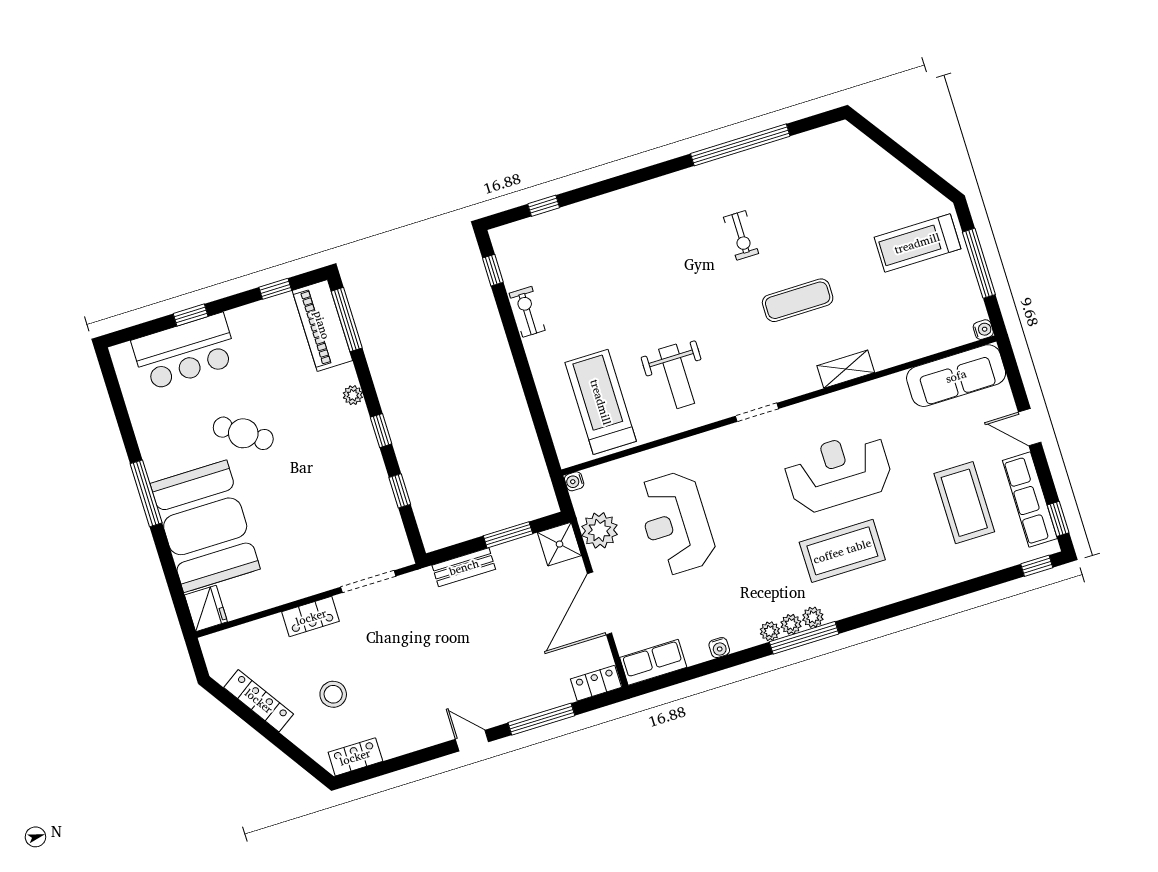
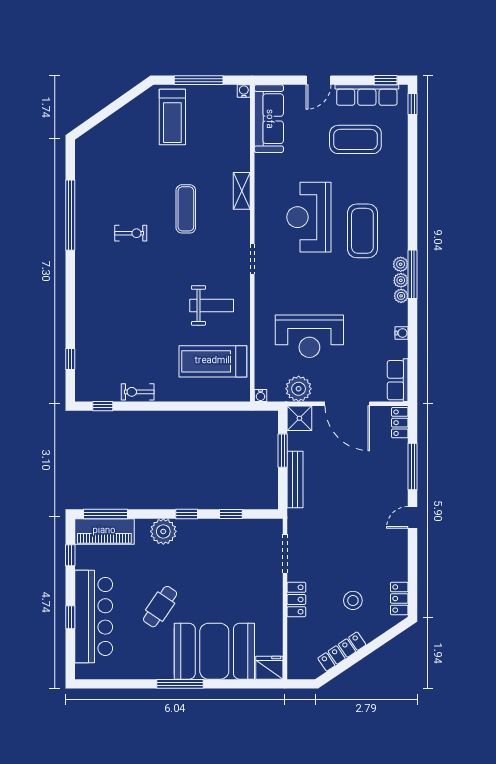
bar counter: (185, 352) -> (94, 616), width x1.36
plant: (353, 395) -> (163, 531), width x1.87, depth x1.87
bench: (464, 567) -> (295, 479), width x1.36

